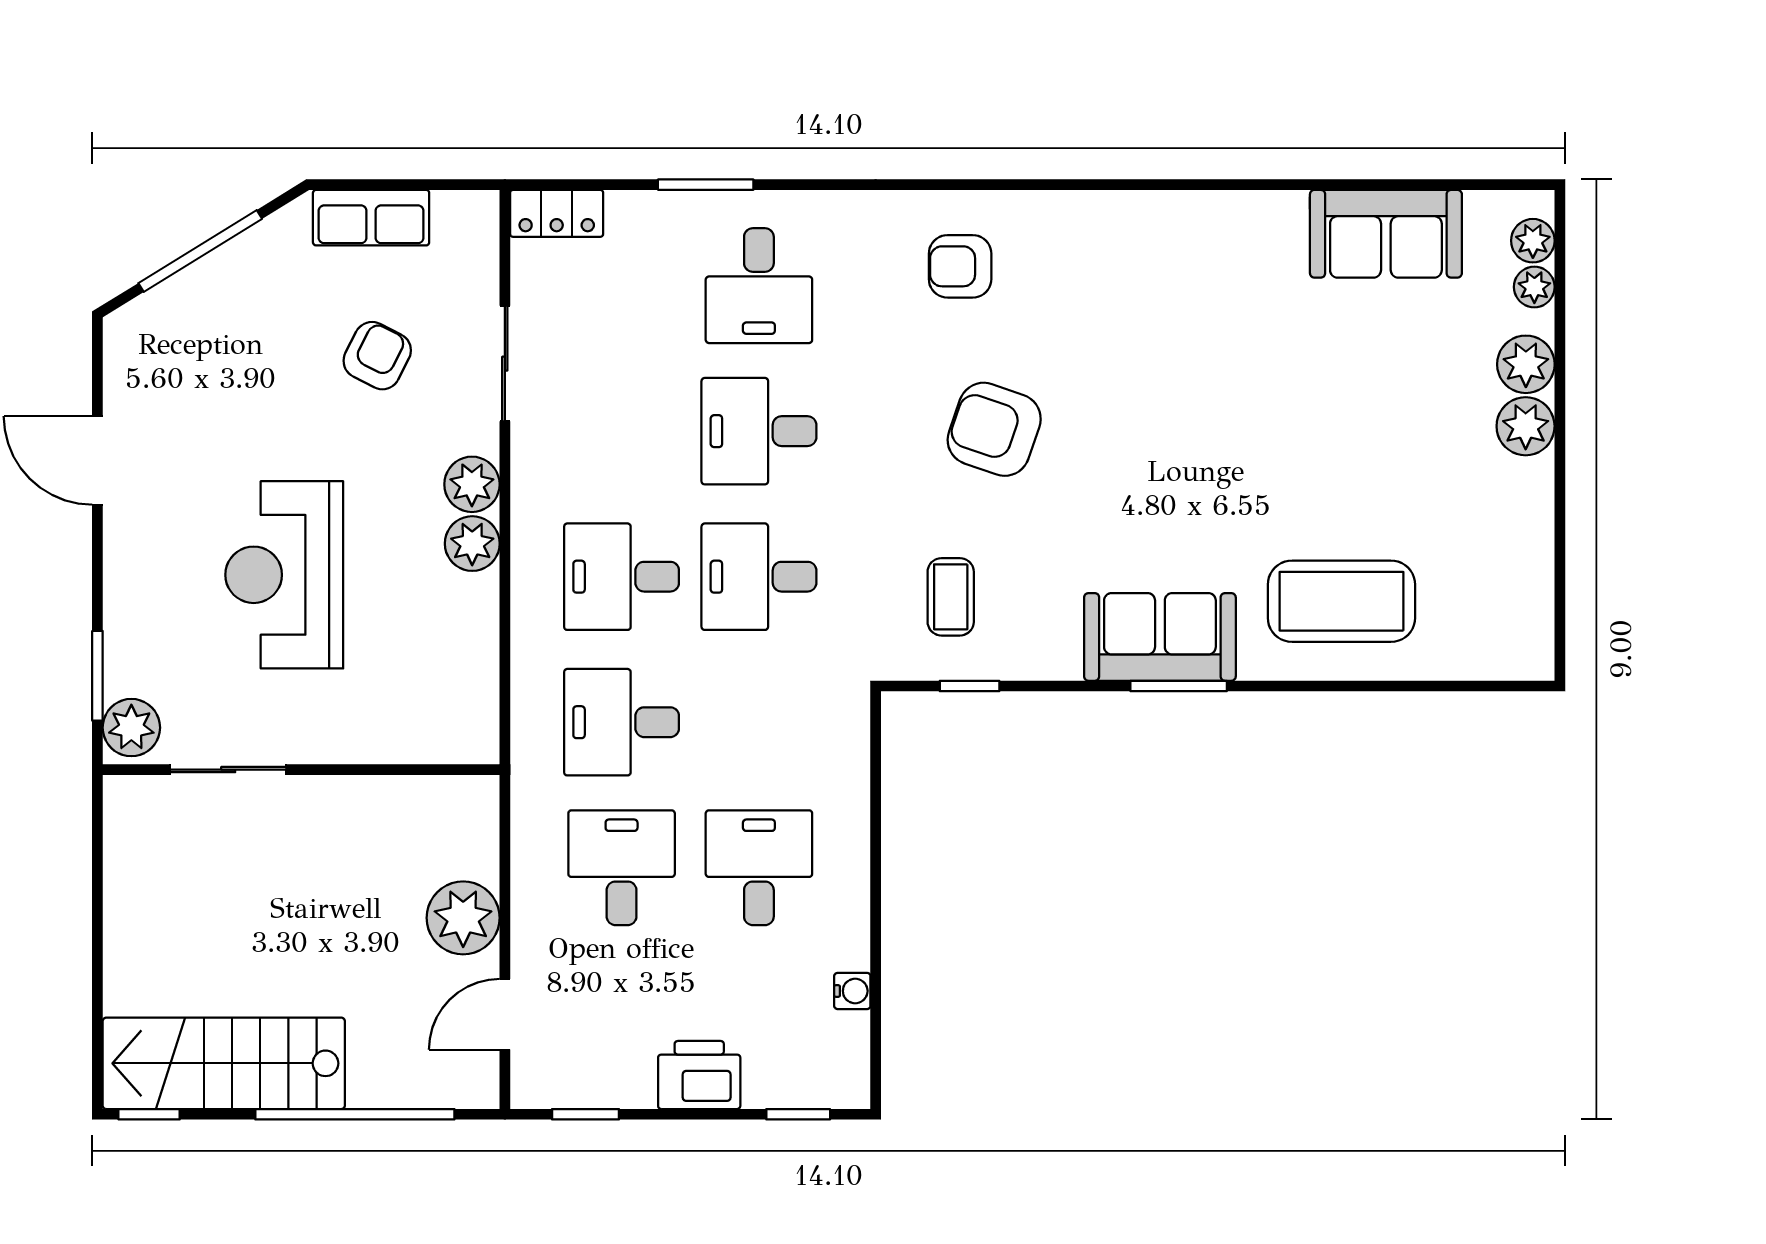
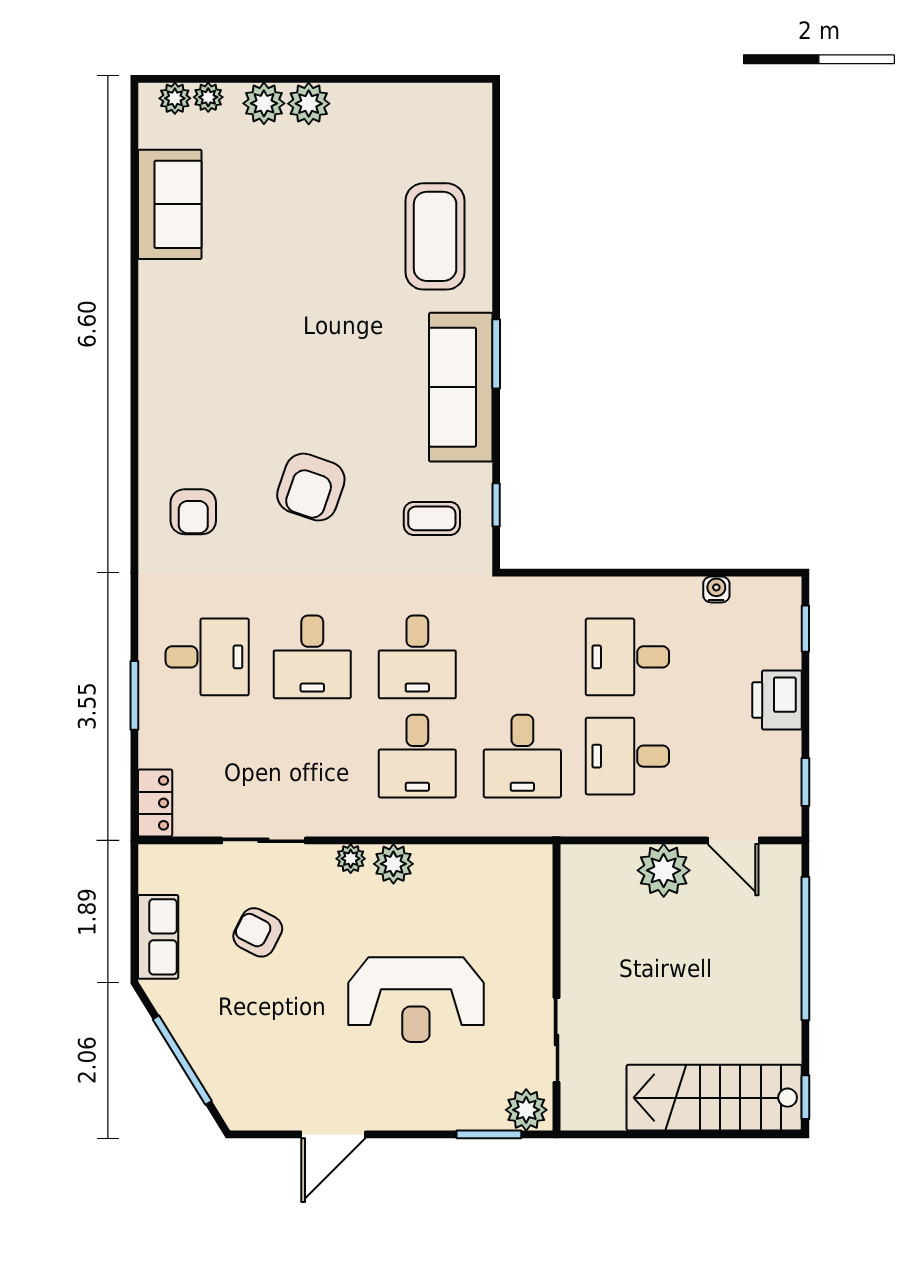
plant: (472, 484) -> (351, 859), width x0.73, depth x0.73
sofa: (1160, 637) -> (461, 387), width x1.36
stairs: (224, 1063) -> (714, 1098), moved, turned 90

